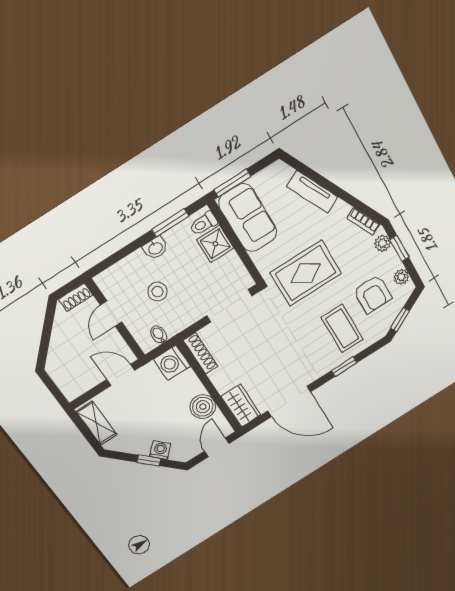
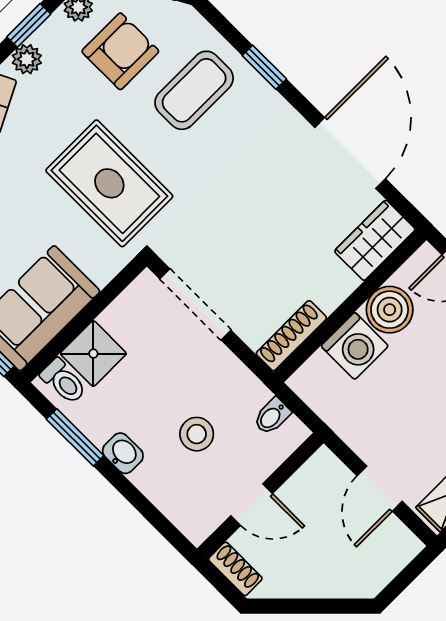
washing machine: (172, 363) -> (355, 346), moved
door: (121, 375) -> (380, 489), moved

